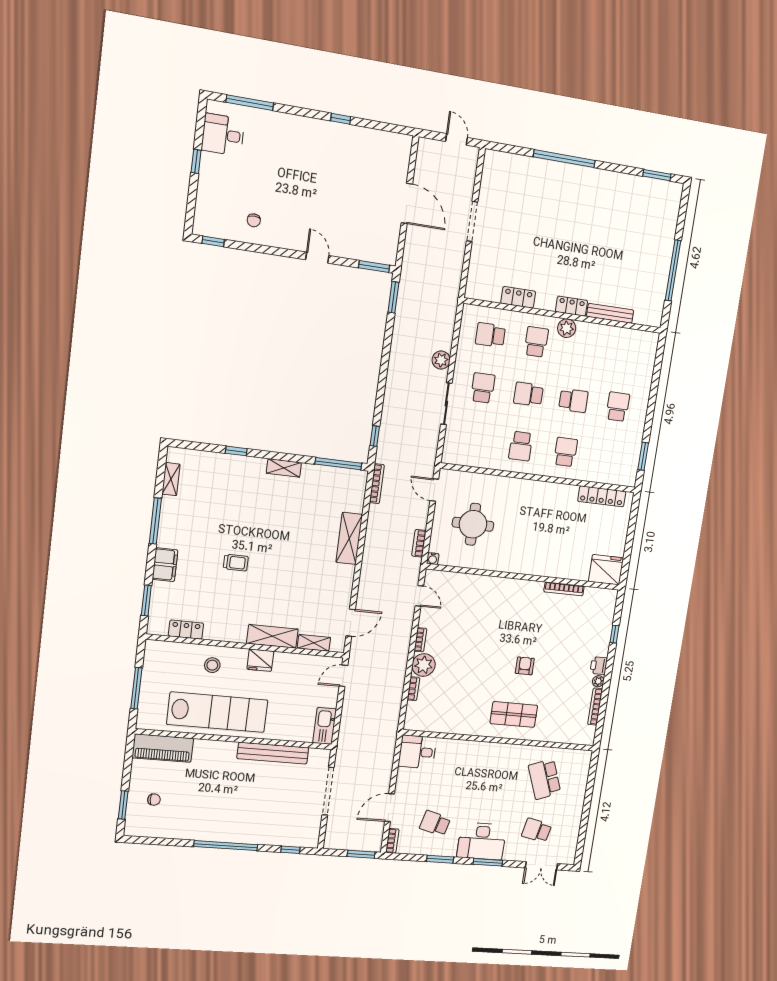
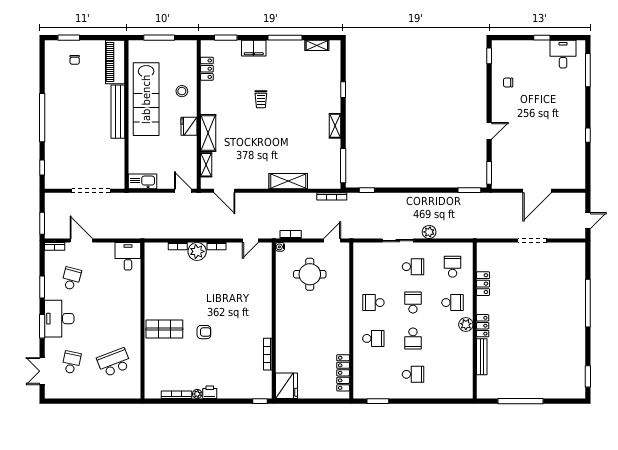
window: (614, 634) -> (260, 401), moved
shop shelf: (514, 714) -> (164, 329), turned 90
bench: (273, 753) -> (118, 112), moved

